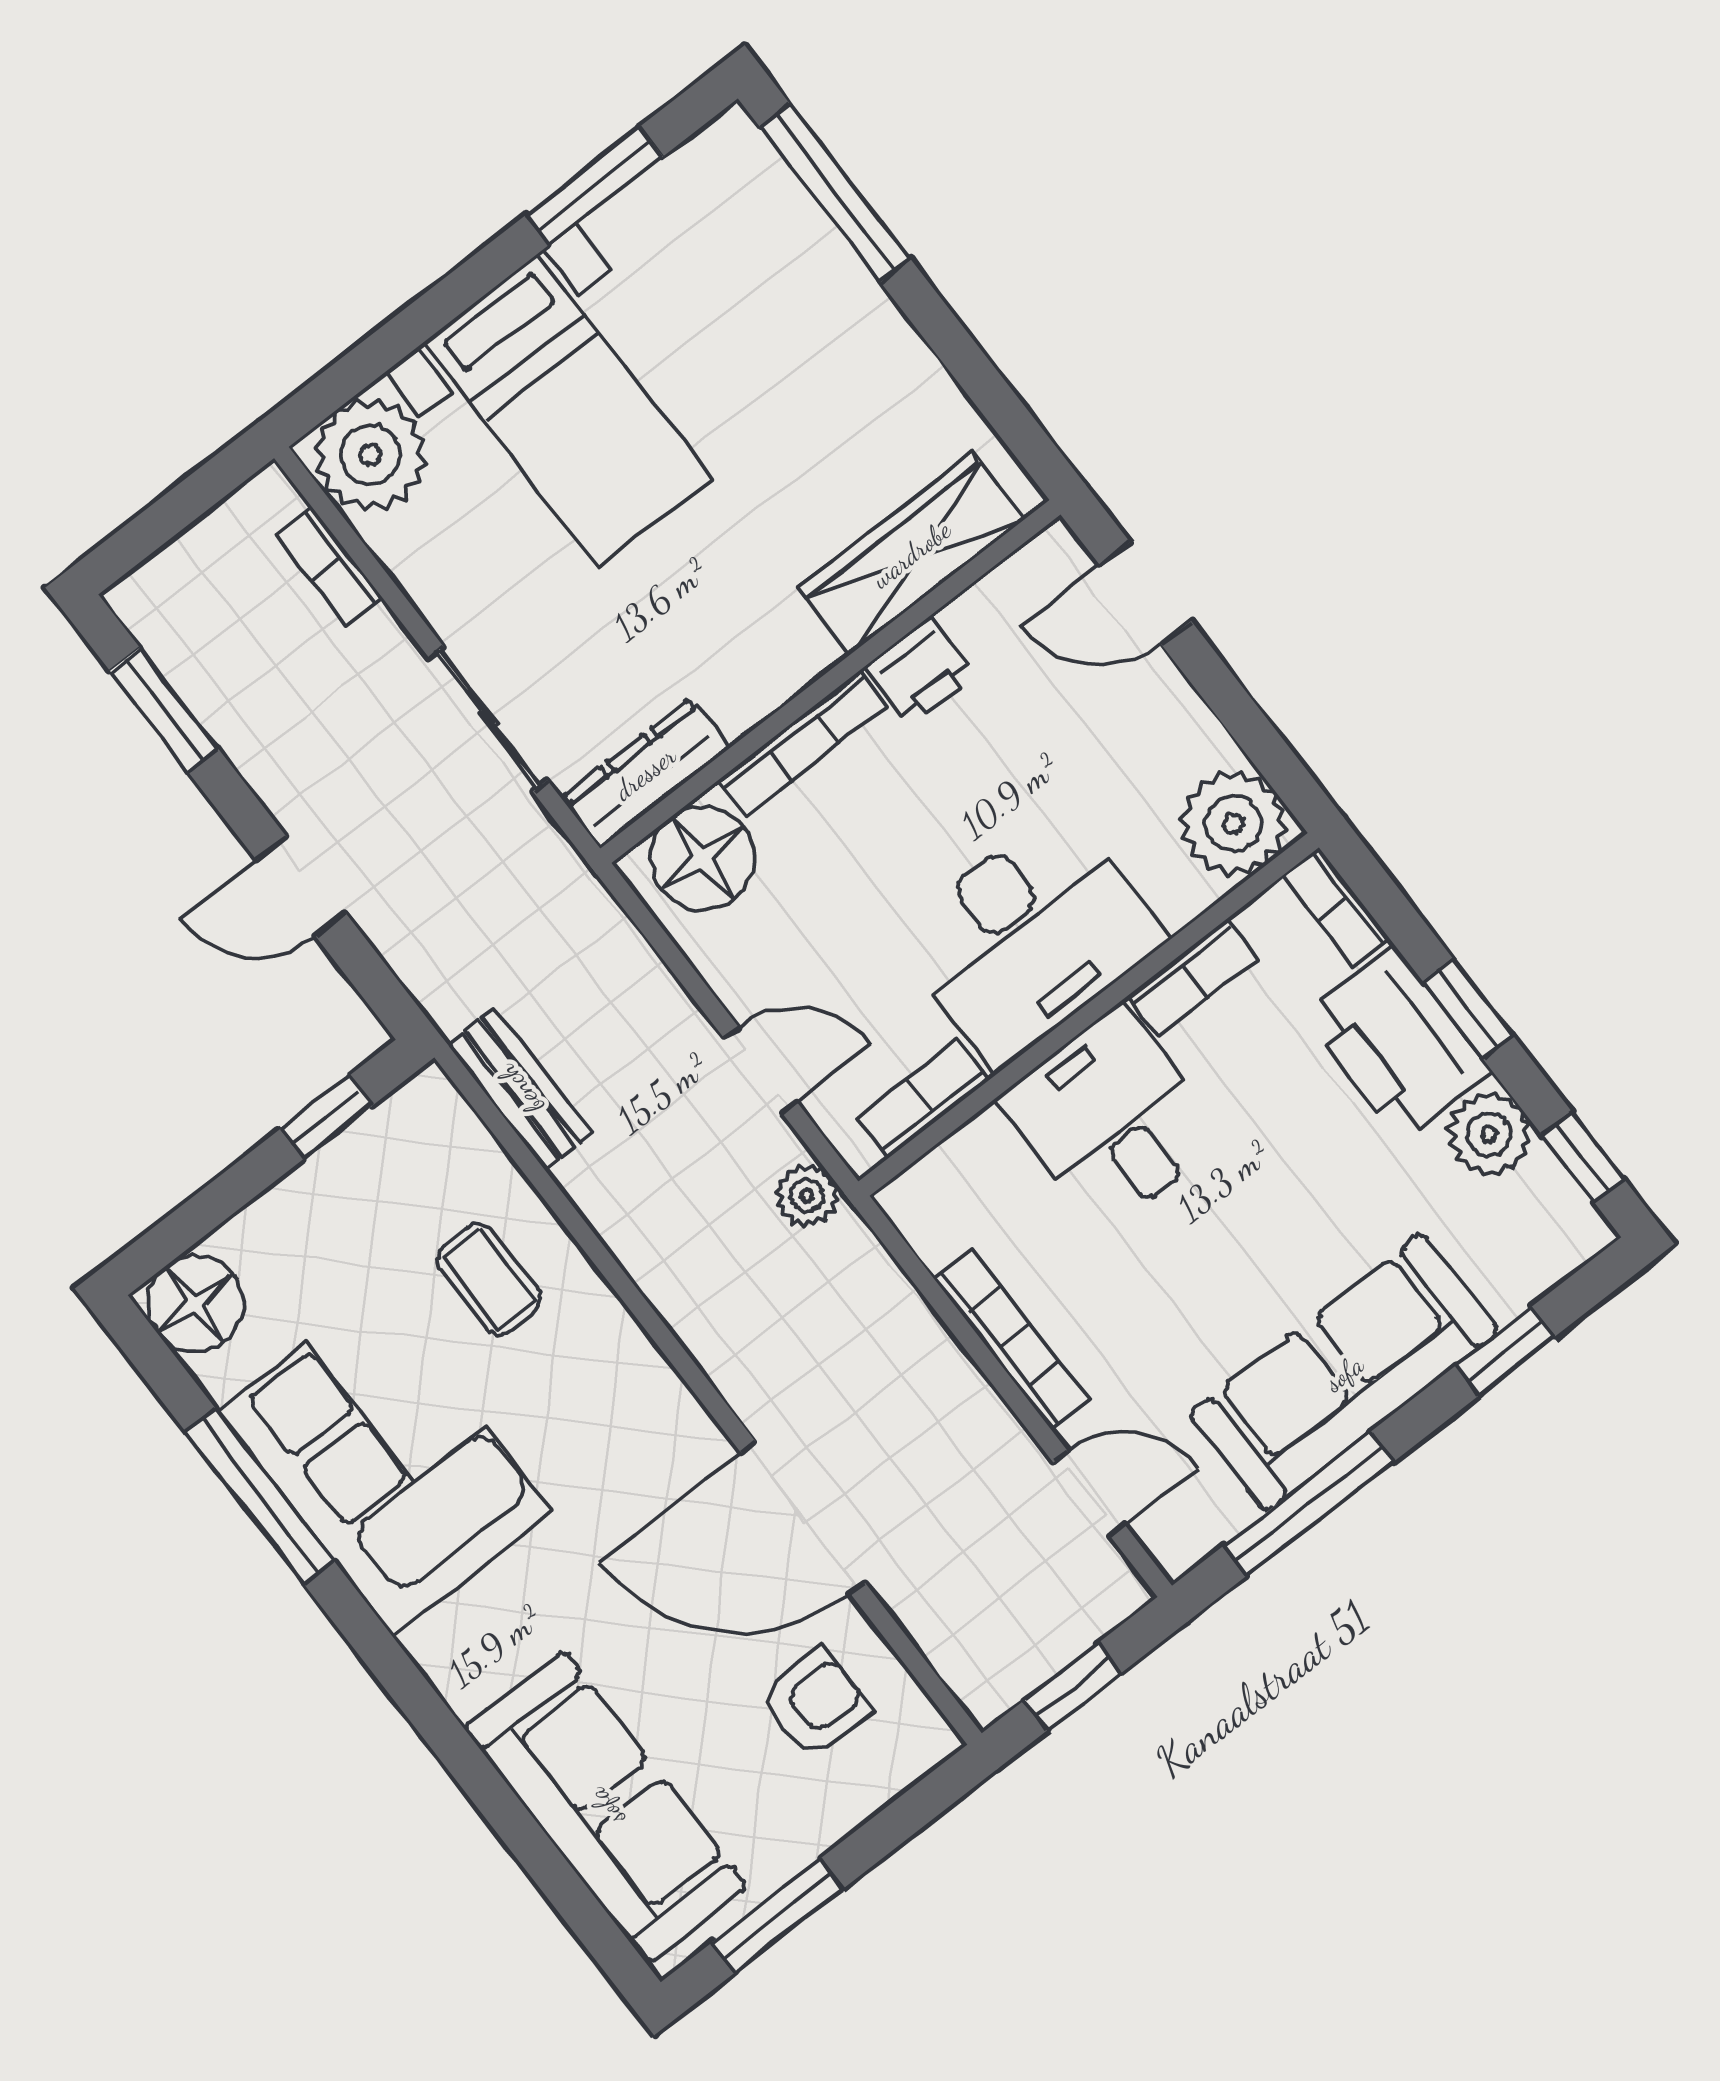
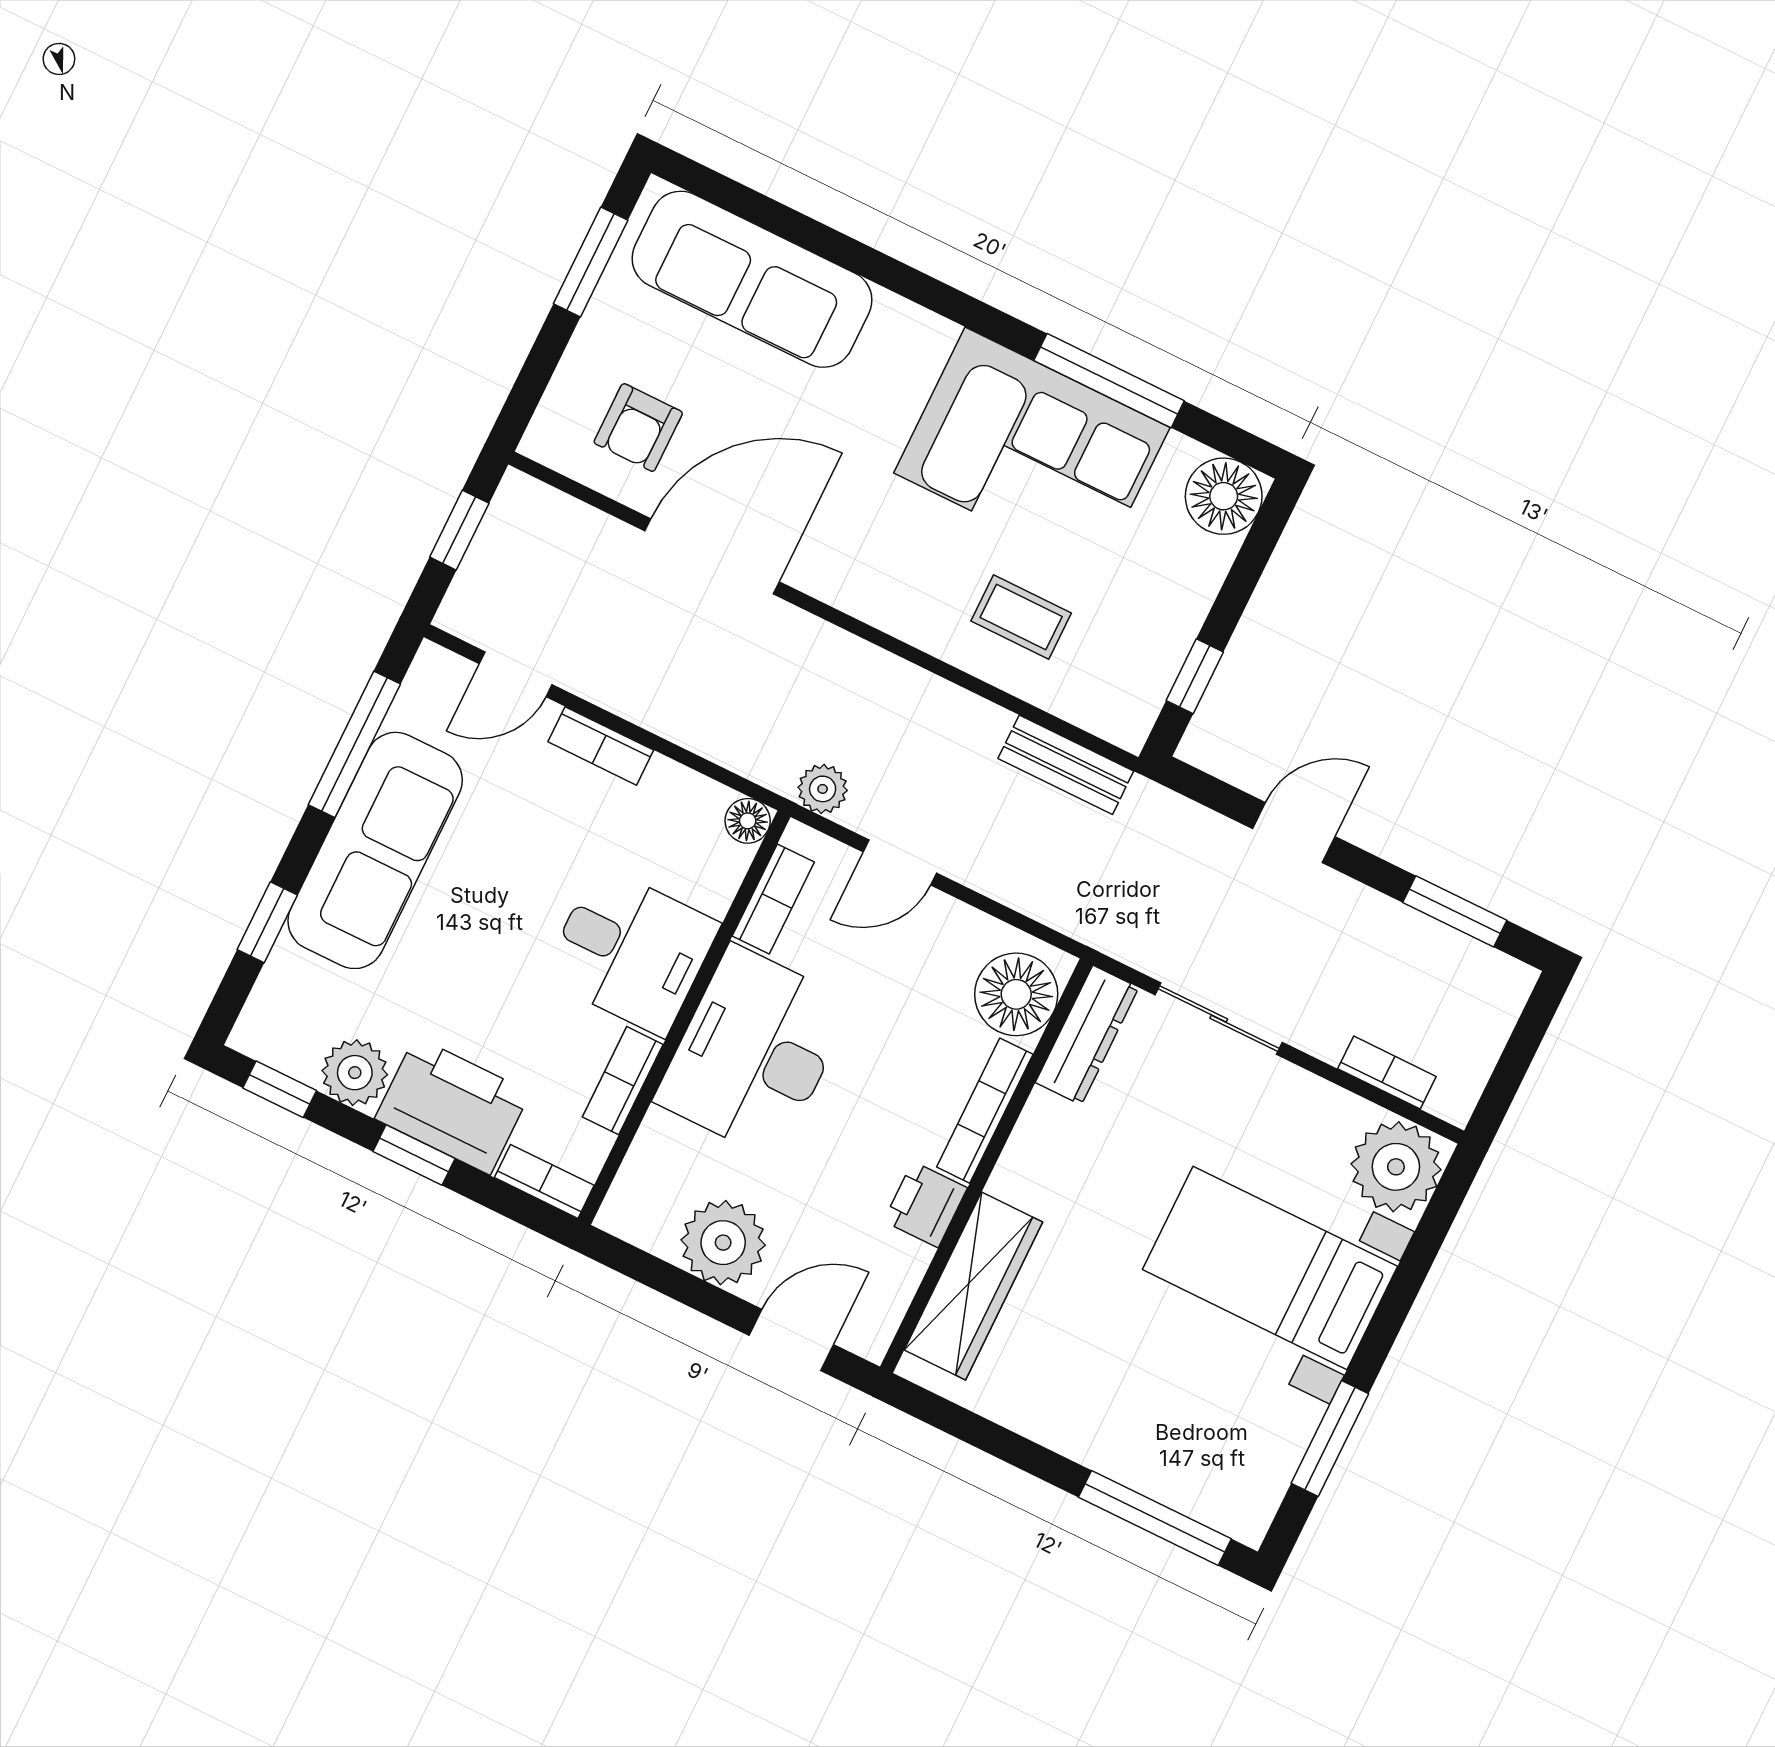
plant: (1233, 824) -> (723, 1243), moved
floor lamp: (909, 1201) -> (748, 821), added
bookcase: (1011, 1339) -> (601, 746), width x0.64

